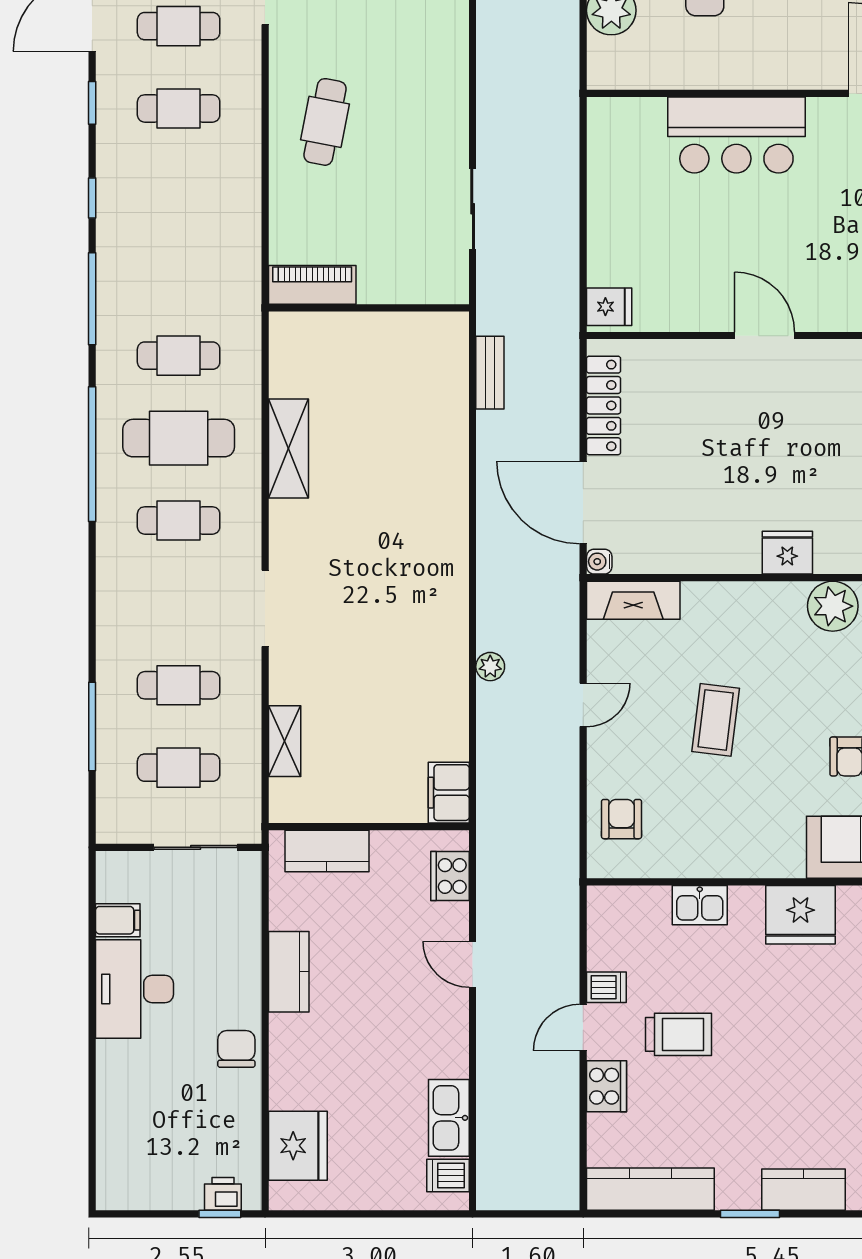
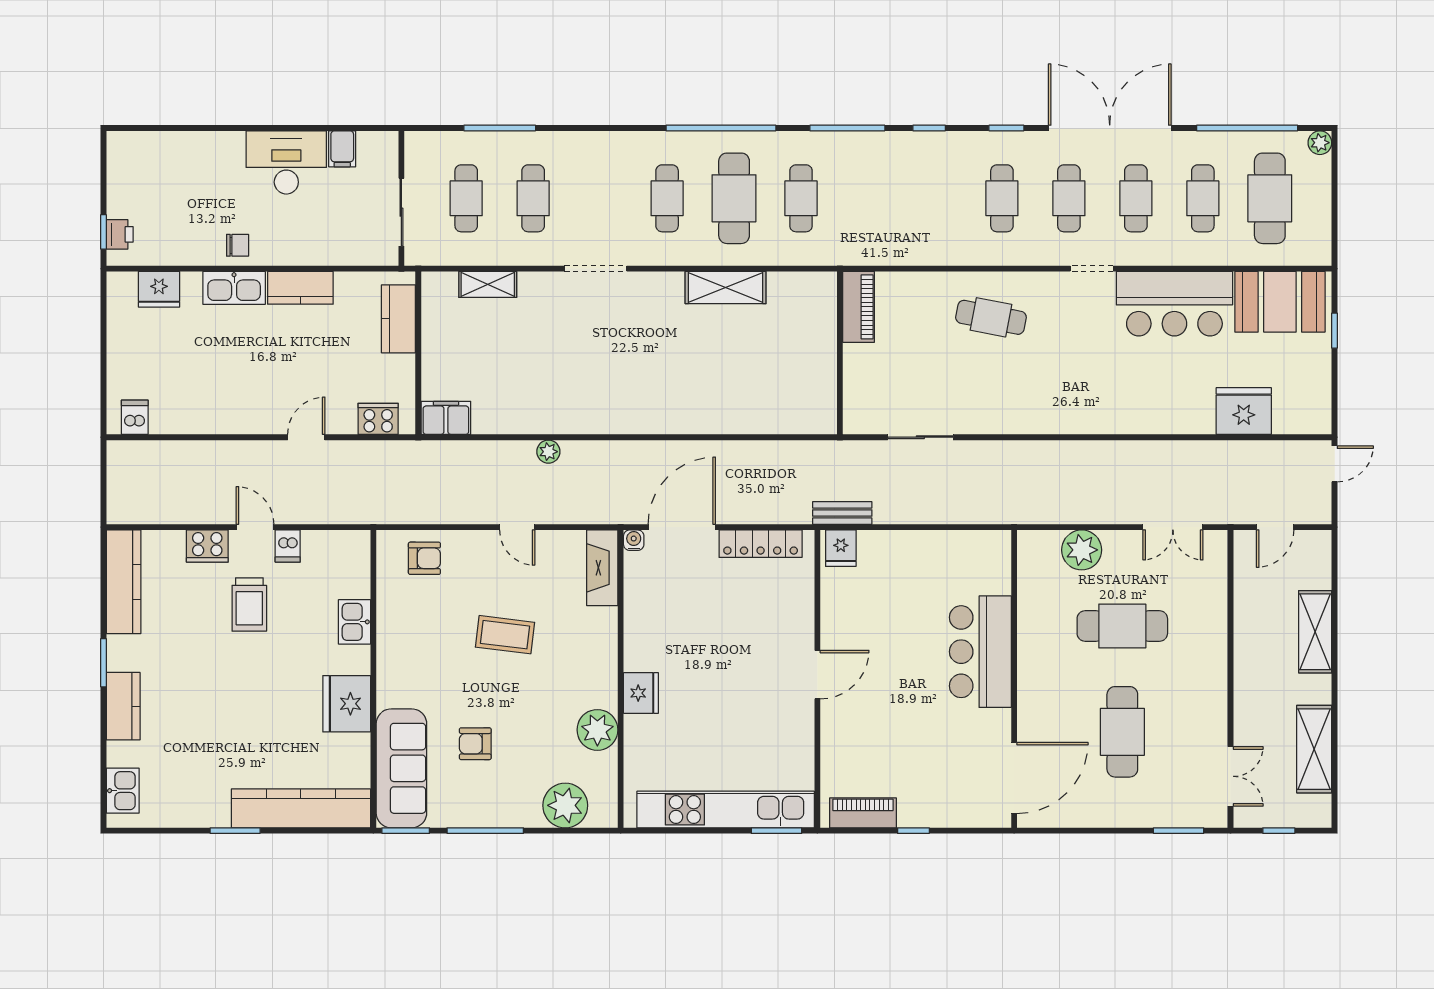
bench: (490, 373) -> (842, 513), moved
chair: (236, 1049) -> (238, 245), width x0.73, depth x0.73
kitchen sink: (449, 1118) -> (234, 288), moved, turned 180
fridge: (298, 1146) -> (159, 289), width x0.73, depth x0.75

